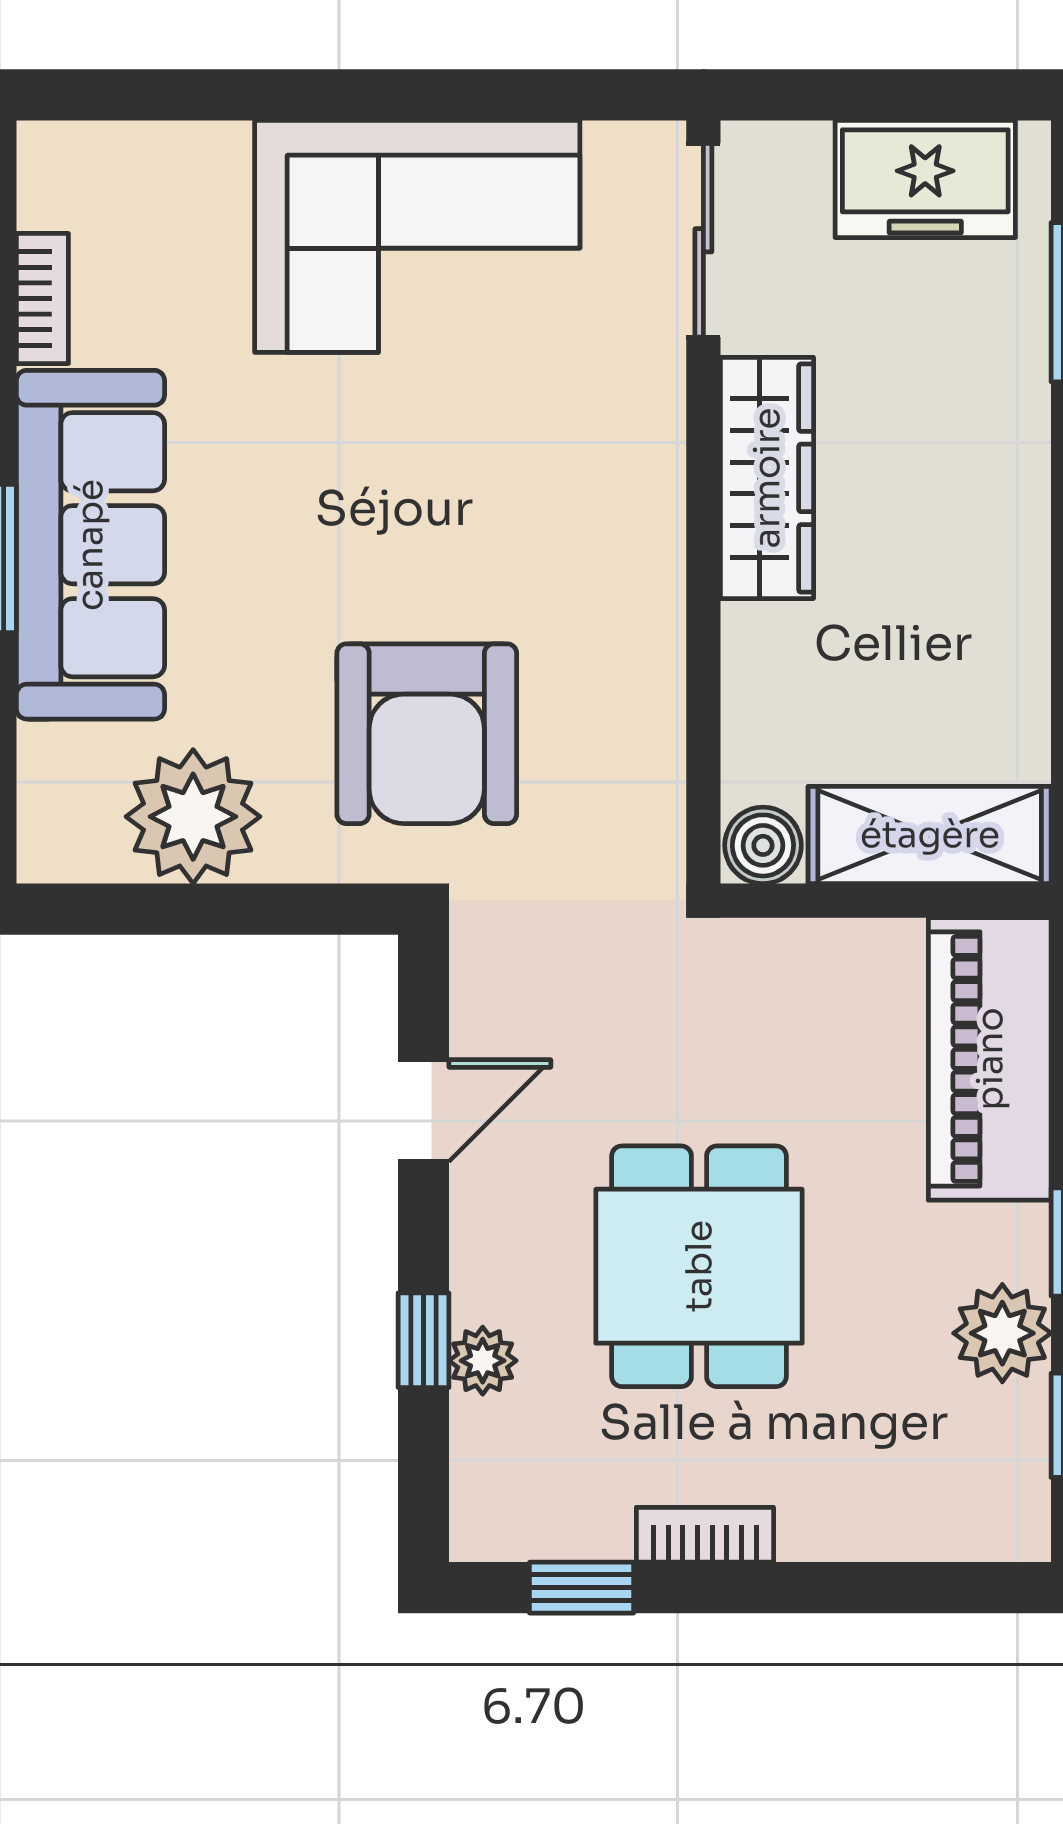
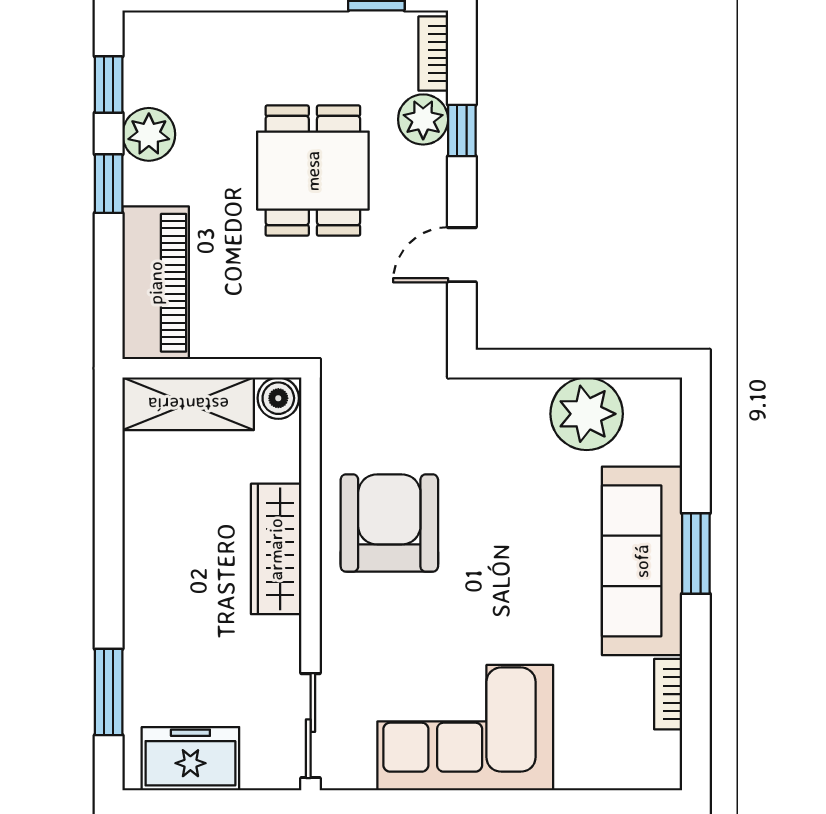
wardrobe: (767, 478) -> (276, 549), moved
armchair: (427, 734) -> (389, 523), moved
plant: (483, 1361) -> (423, 119), width x1.38, depth x1.38
bookcase: (705, 1535) -> (433, 54), moved, turned 90

